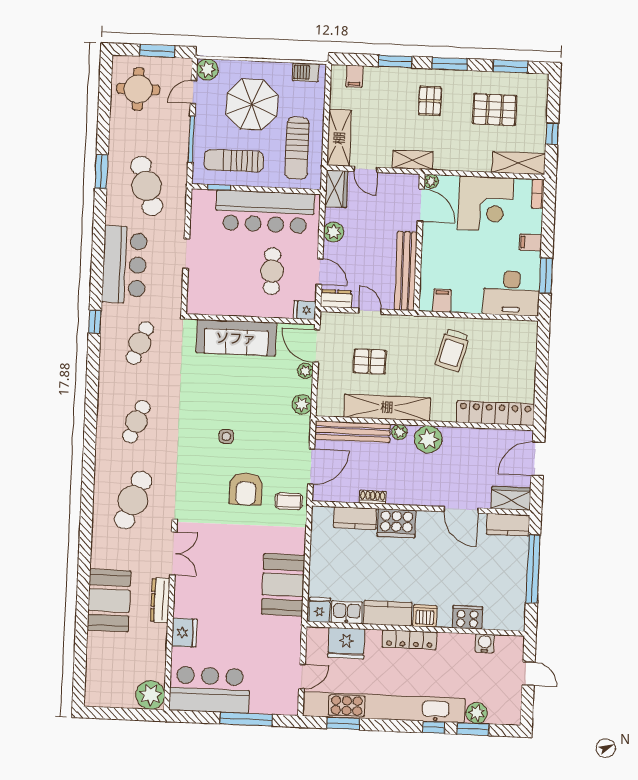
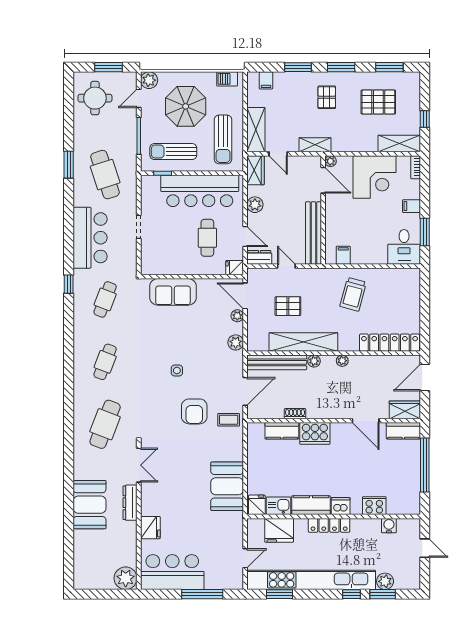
desk: (511, 293) -> (404, 247), width x0.73
sofa: (236, 338) -> (173, 292), width x0.73
plant: (428, 439) -> (342, 361), width x0.53, depth x0.53

